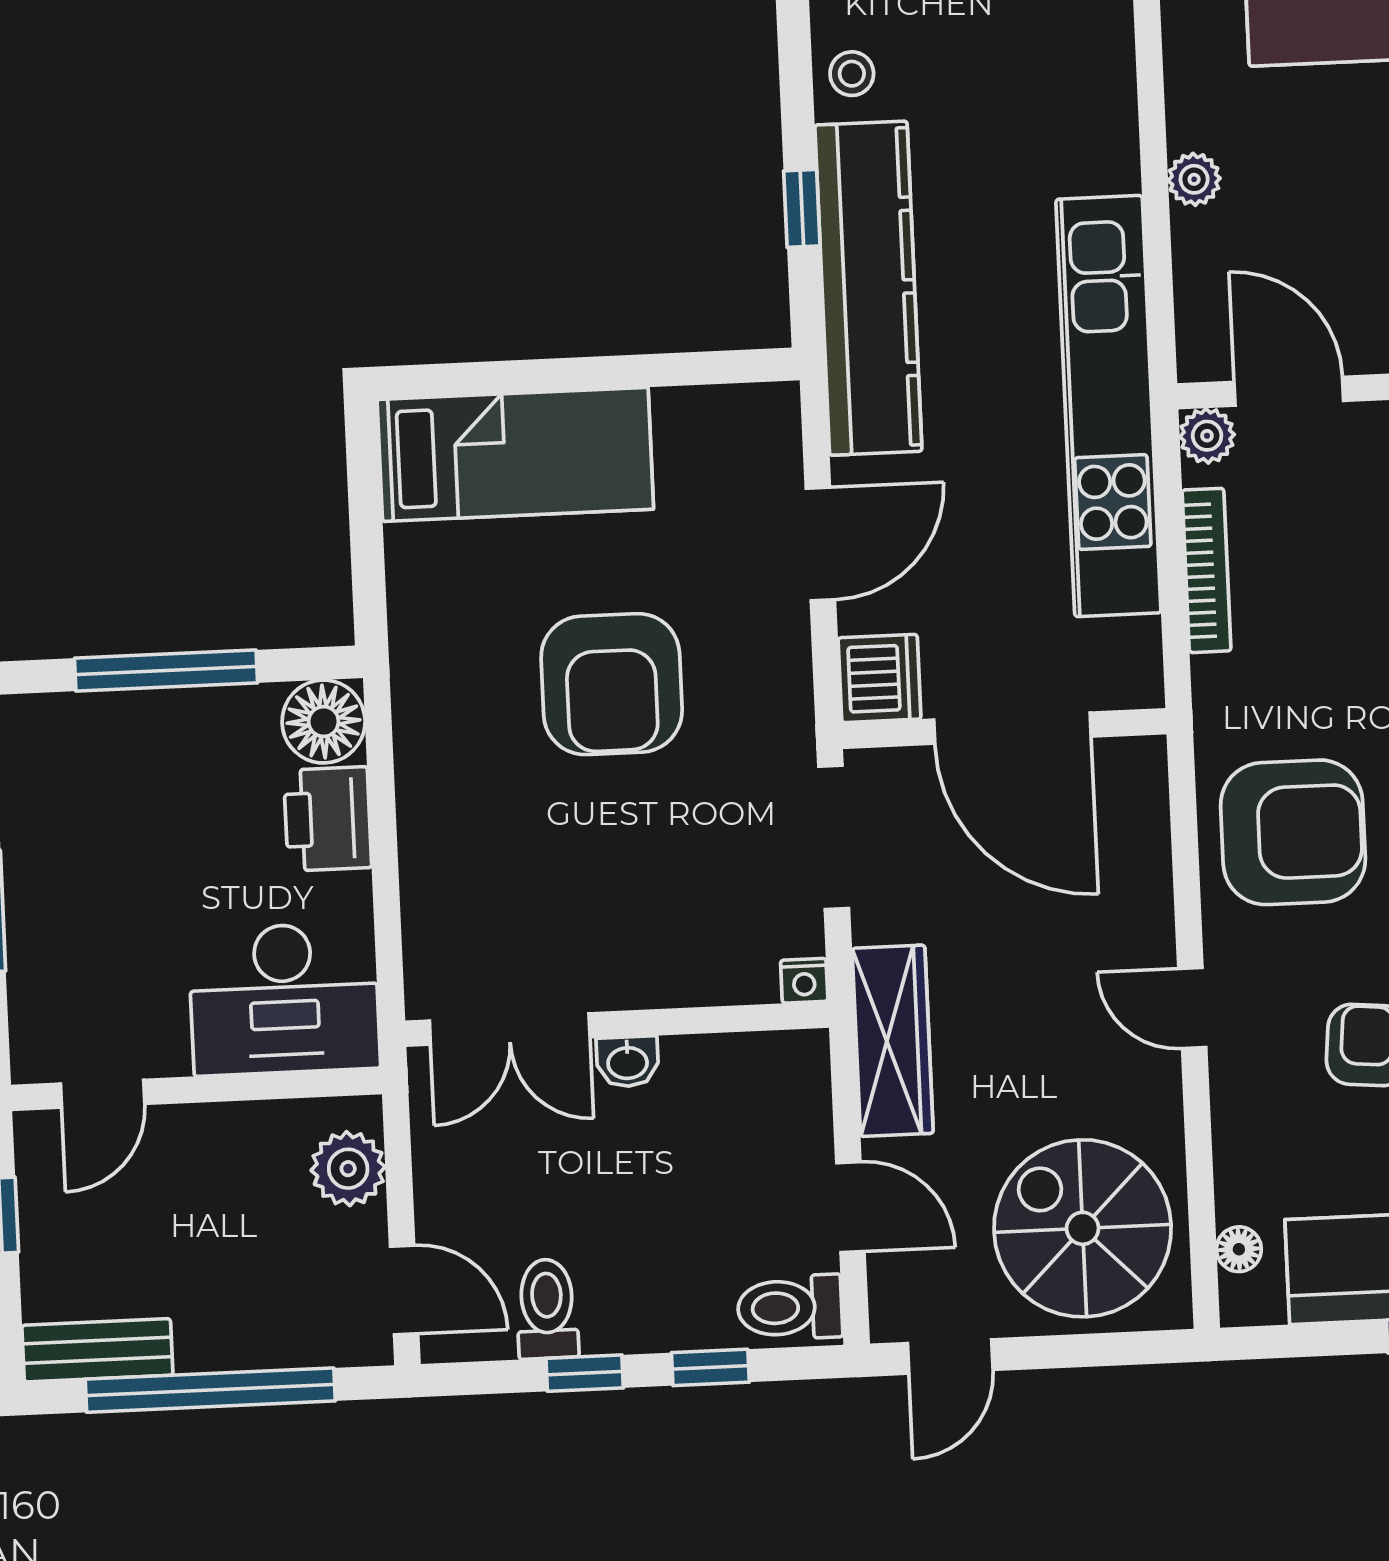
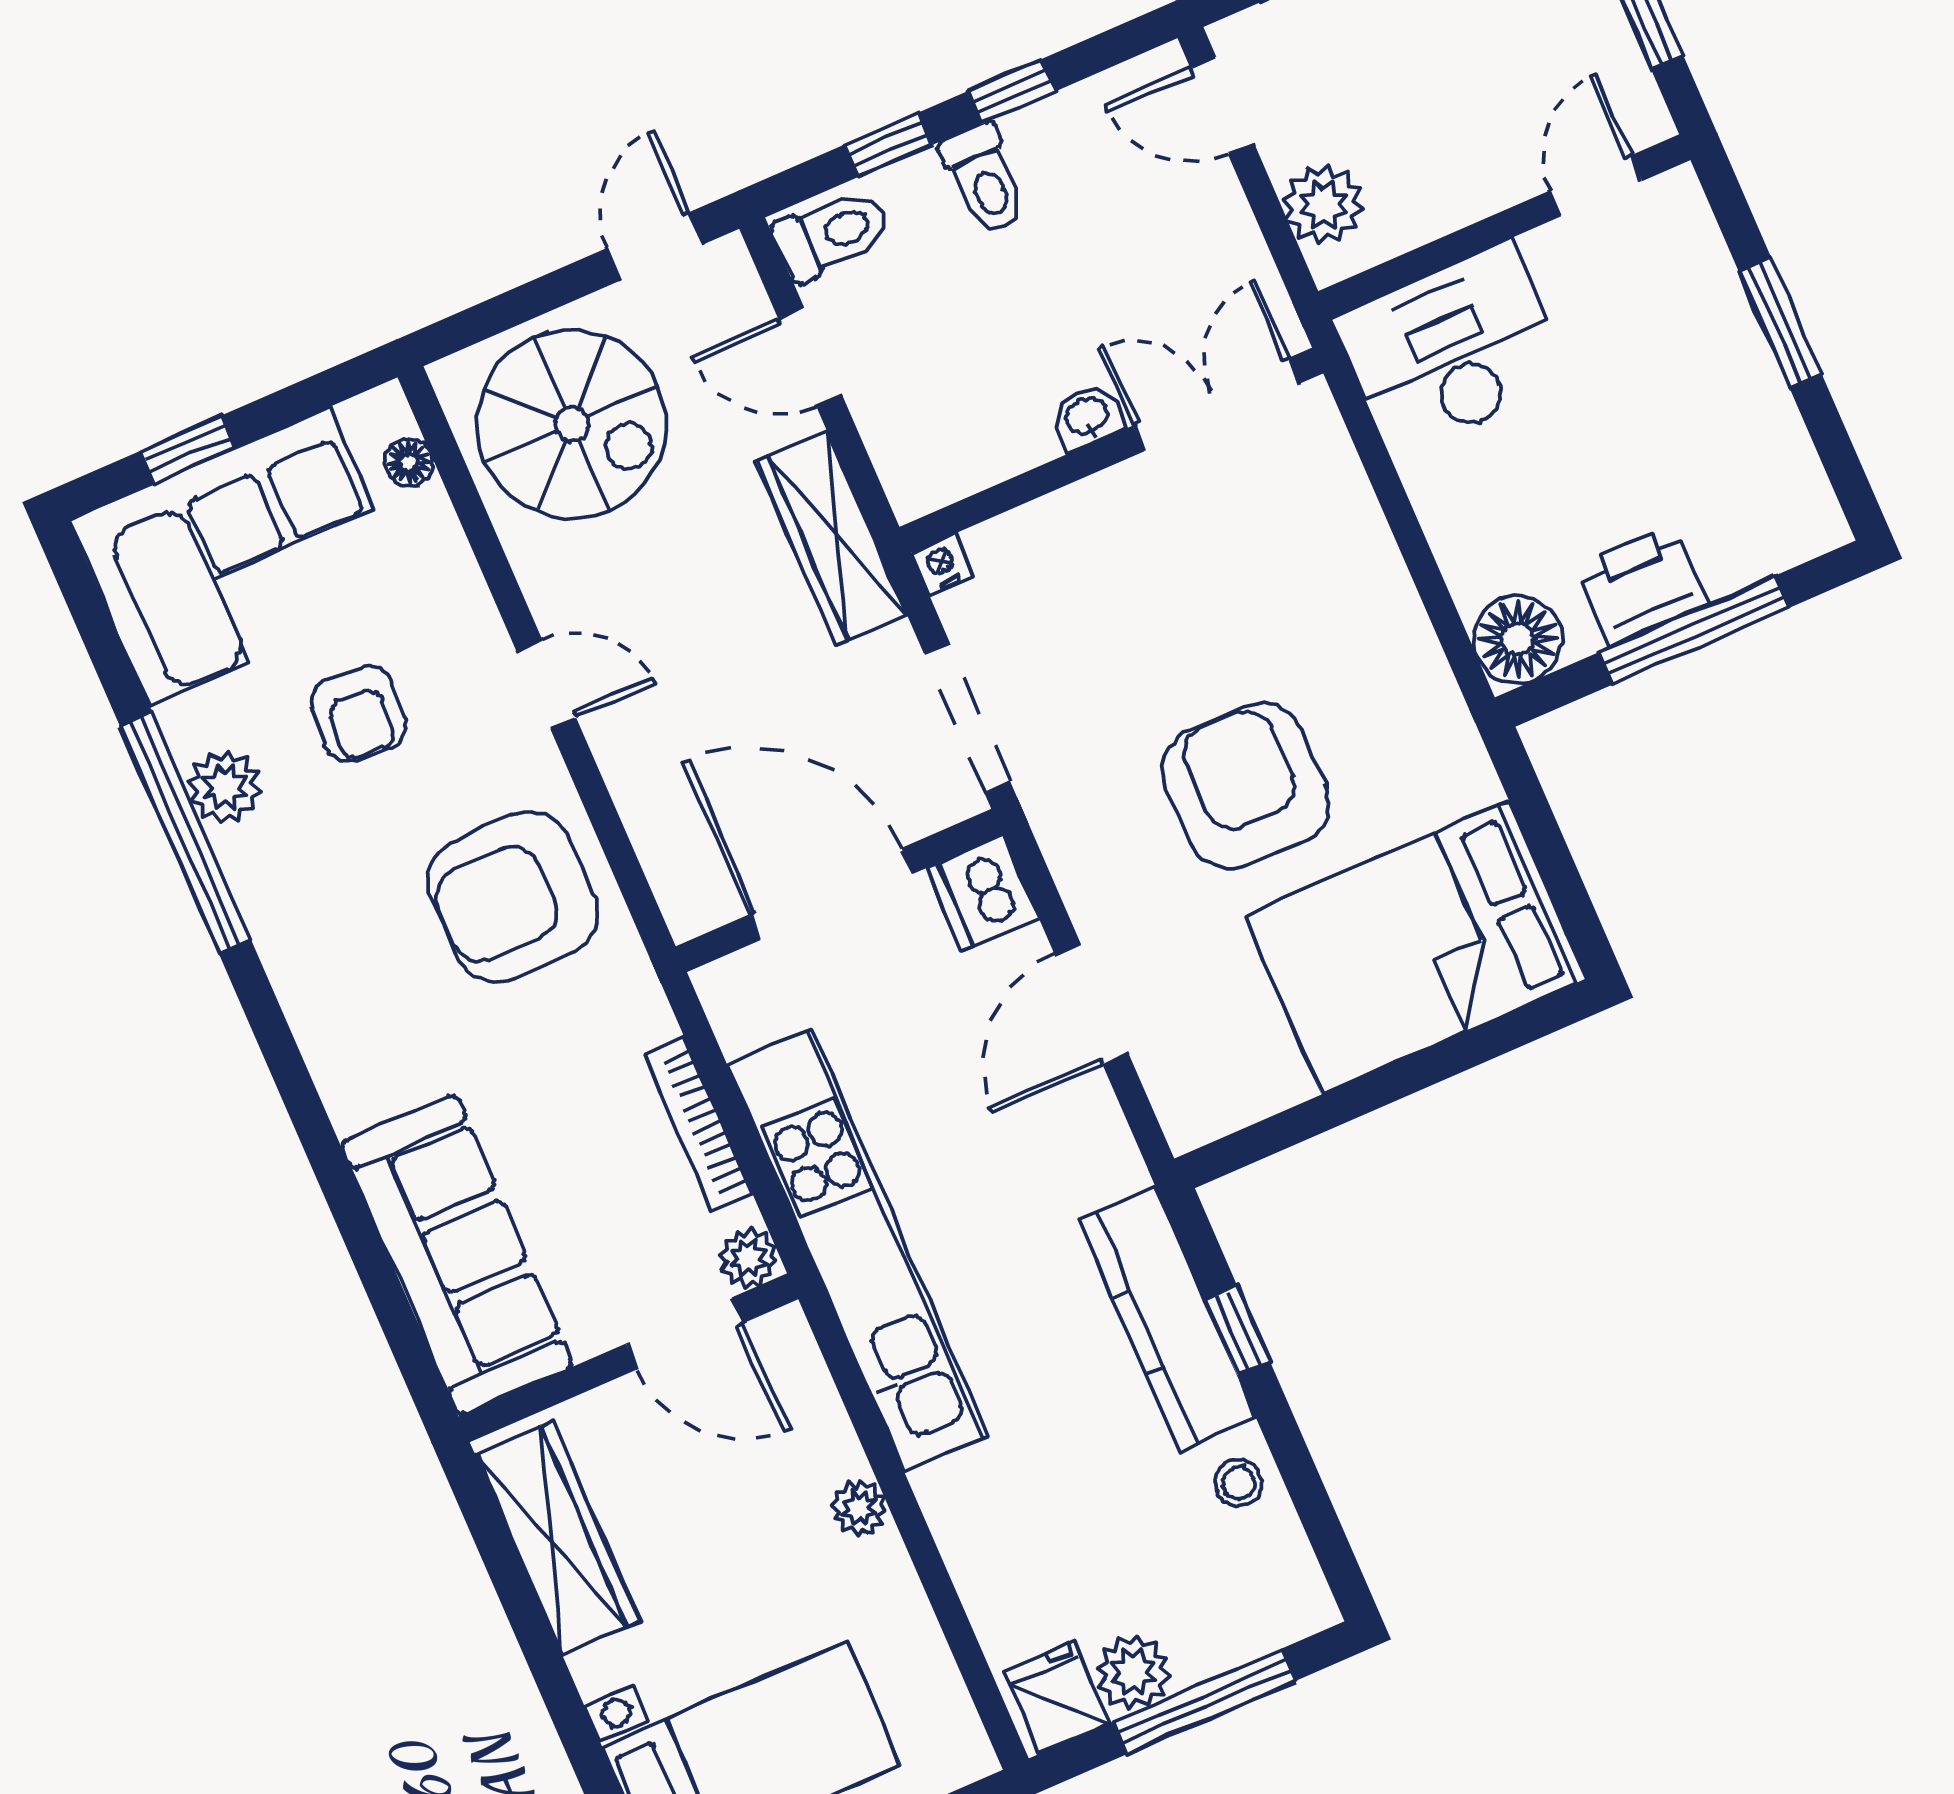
kitchen counter: (868, 288) -> (1167, 1319), width x0.72, depth x0.86
bed: (515, 454) -> (1416, 948), width x1.50
printer: (328, 819) -> (1643, 585), moved, turned -90
toilet: (547, 1309) -> (985, 179), moved

